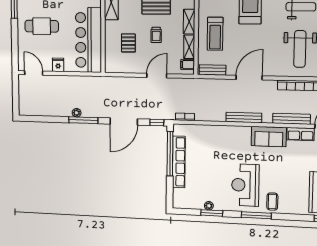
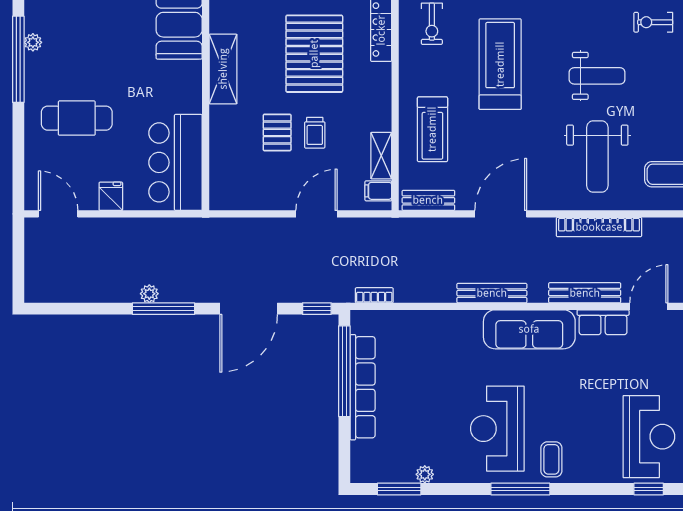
shelving: (189, 22) -> (381, 106), removed
bar counter: (89, 40) -> (175, 162), width x0.73
pallet: (128, 43) -> (277, 132), moved
sofa: (269, 137) -> (529, 329), width x1.36
window: (212, 213) -> (399, 489), moved

